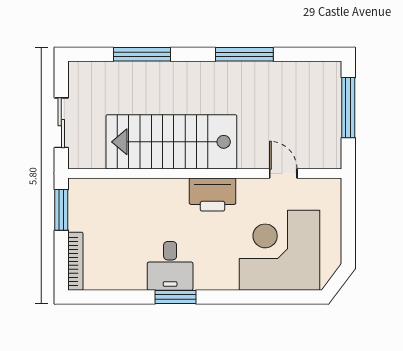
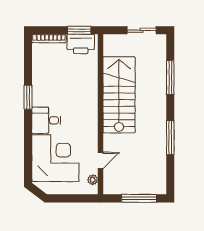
sliding door: (61, 123) -> (142, 30), moved
plant: (317, 187) -> (93, 180), added
printer: (213, 195) -> (81, 44), moved, turned -90
desk: (170, 266) -> (46, 120), moved

